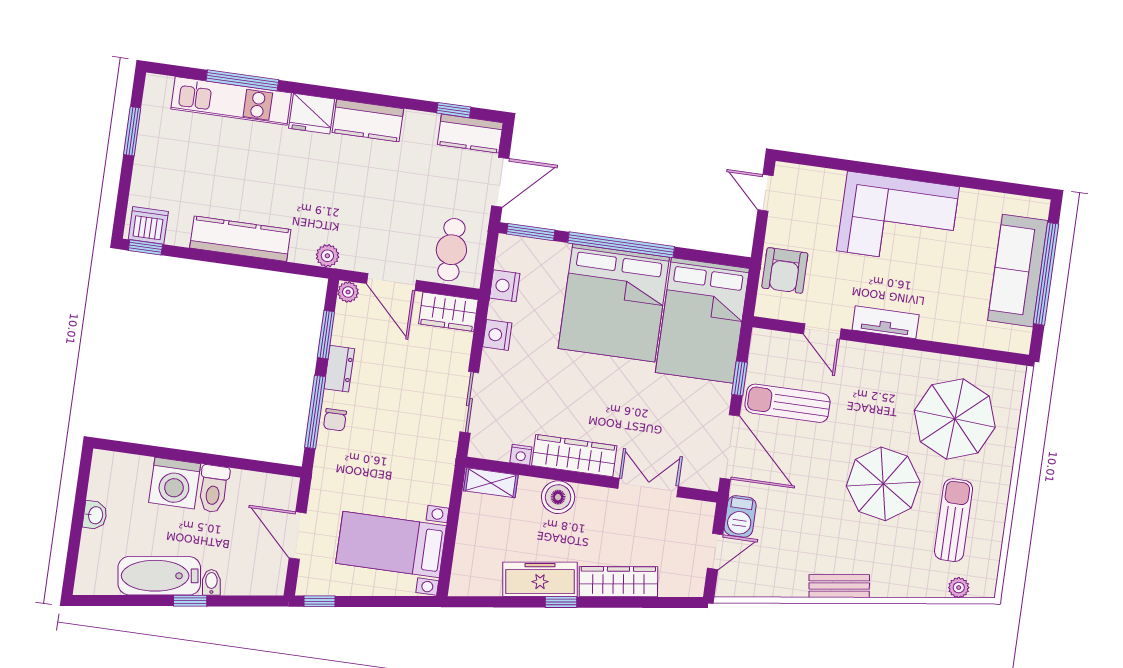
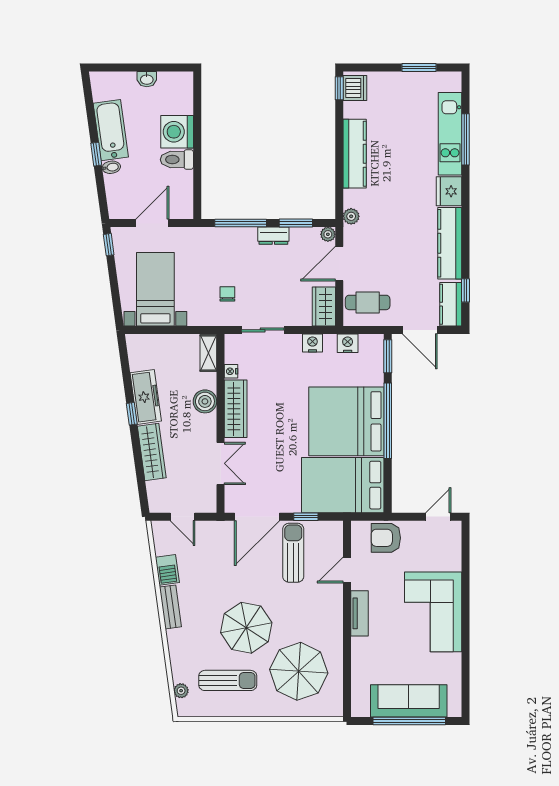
kitchen counter: (368, 121) -> (450, 243), width x1.50
chair: (335, 420) -> (227, 294), moved, turned 90
barbecue: (740, 516) -> (167, 570), moved, turned -98

